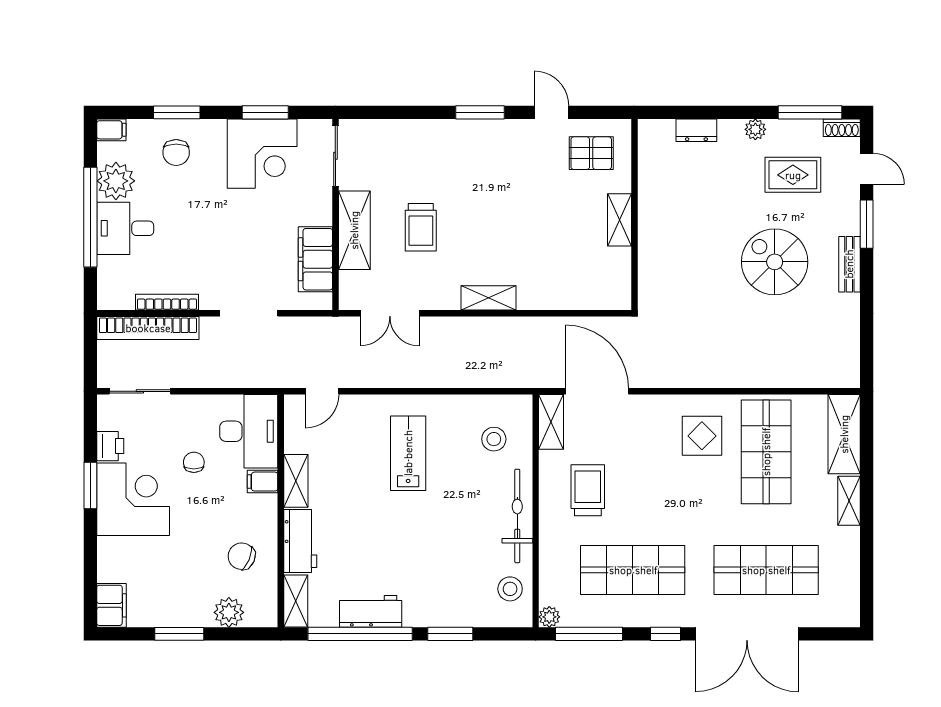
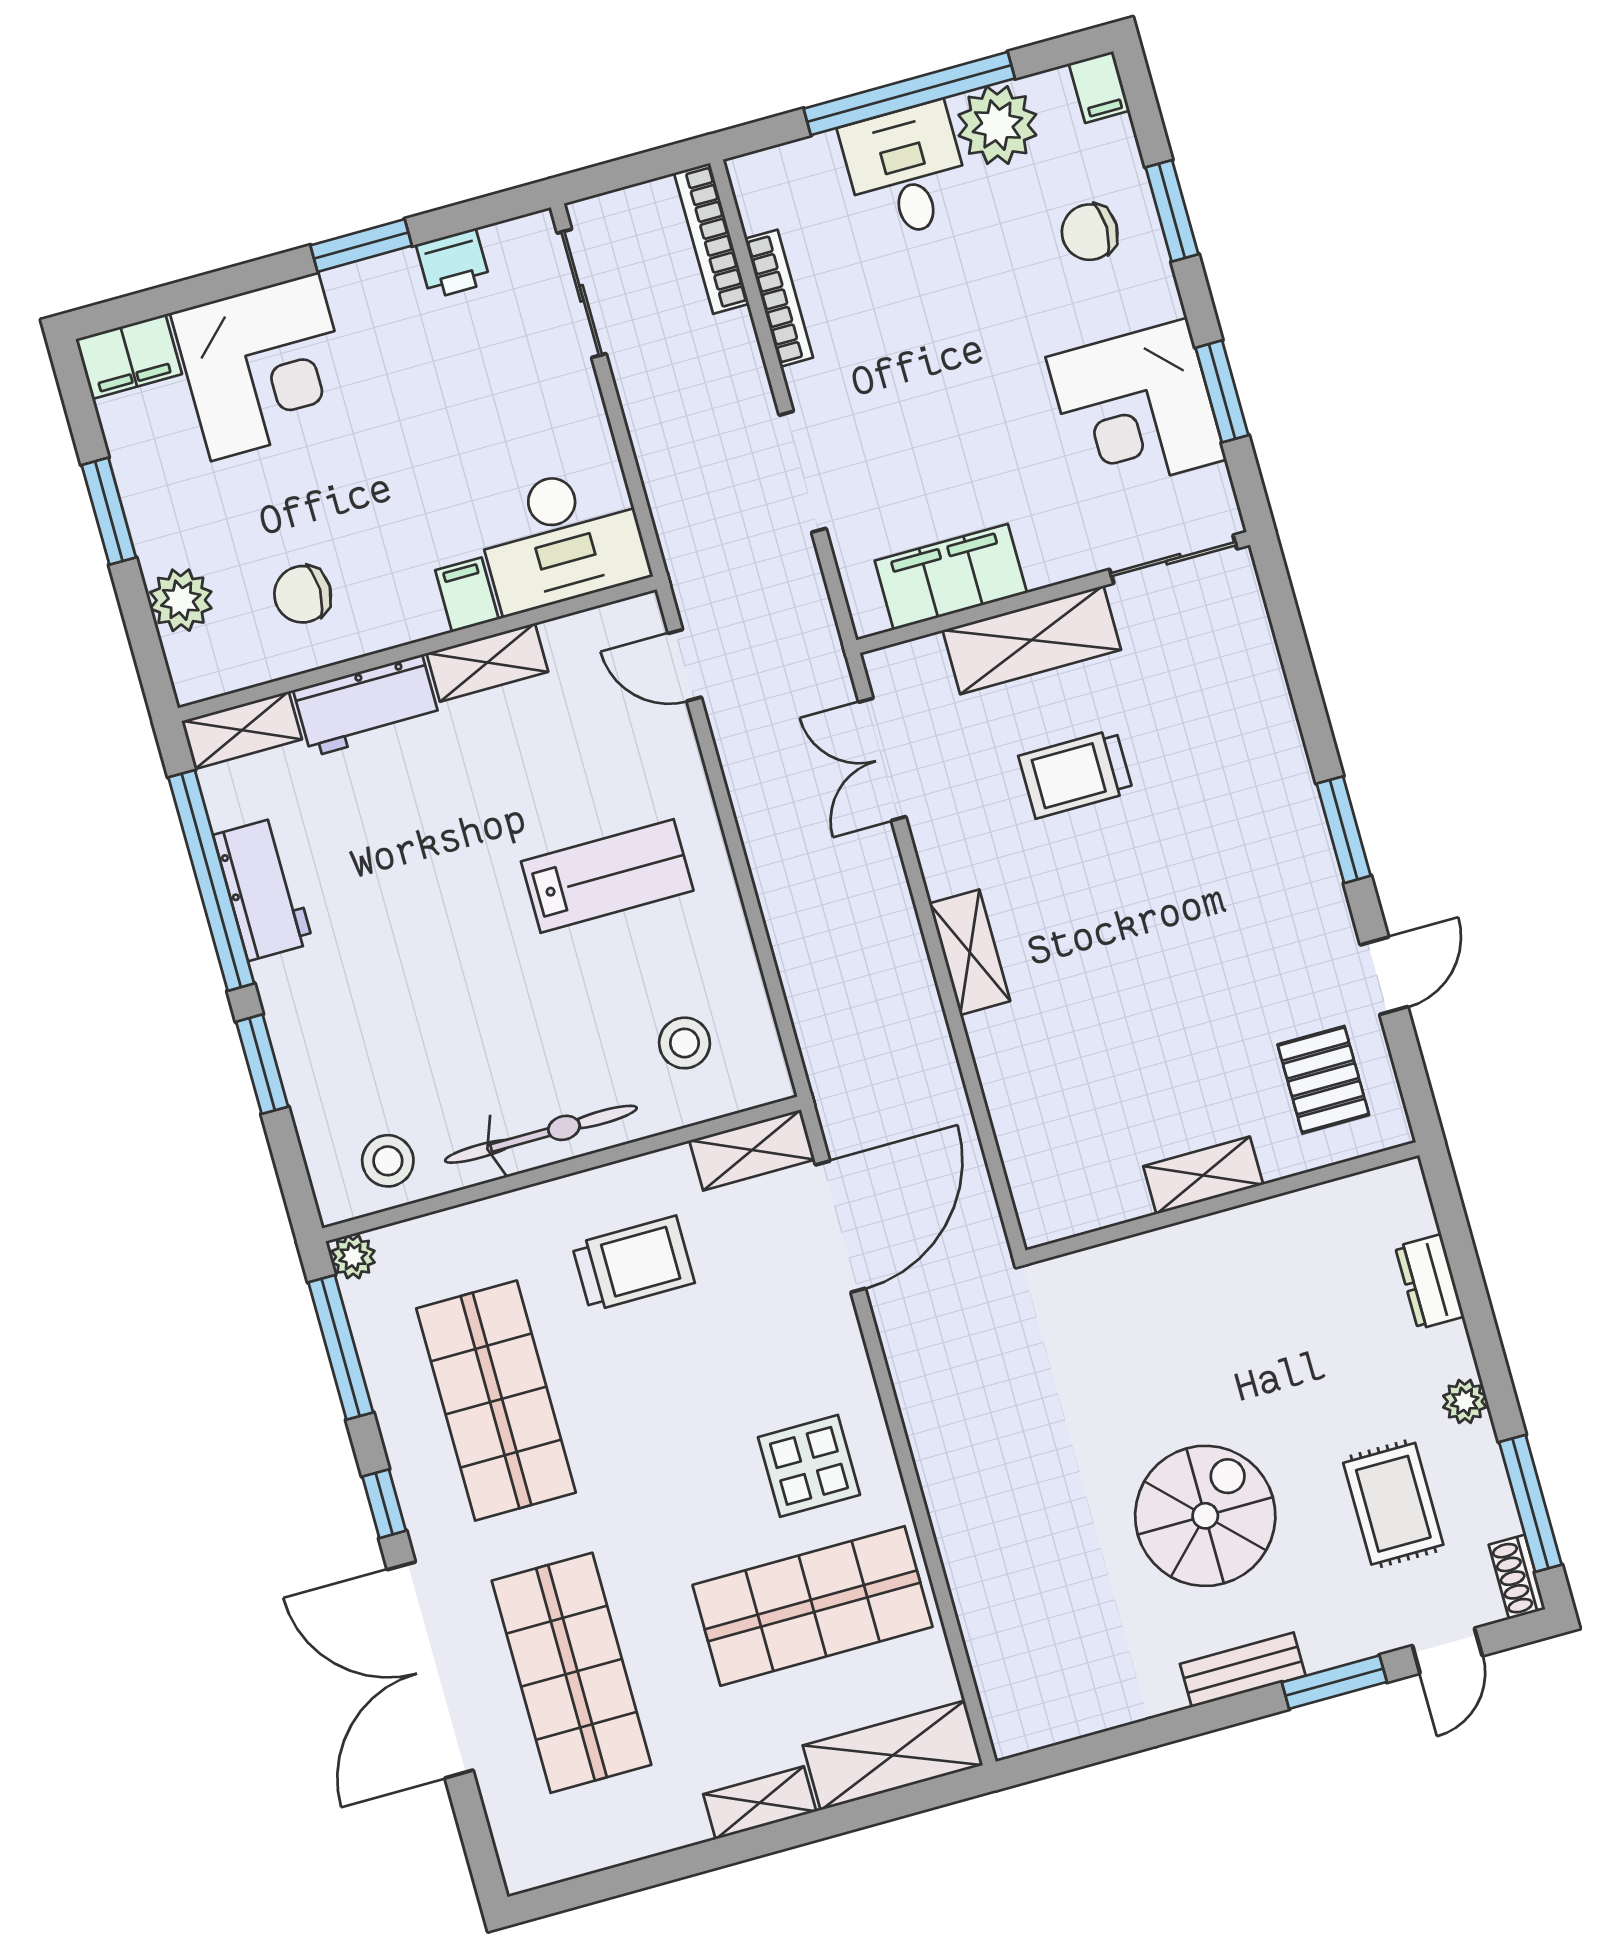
bookcase: (148, 328) -> (712, 238), width x0.68, depth x0.76
chair: (194, 462) -> (467, 444), removed
corner desk: (133, 499) -> (264, 366), moved
chair: (242, 556) -> (303, 594), turned -113

